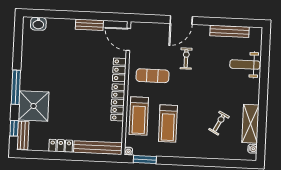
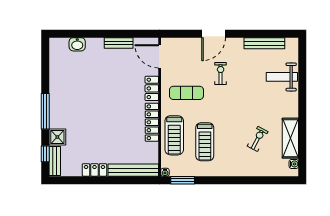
washbasin: (38, 24) -> (77, 44), moved
shower: (34, 106) -> (57, 137), width x0.54, depth x0.54

